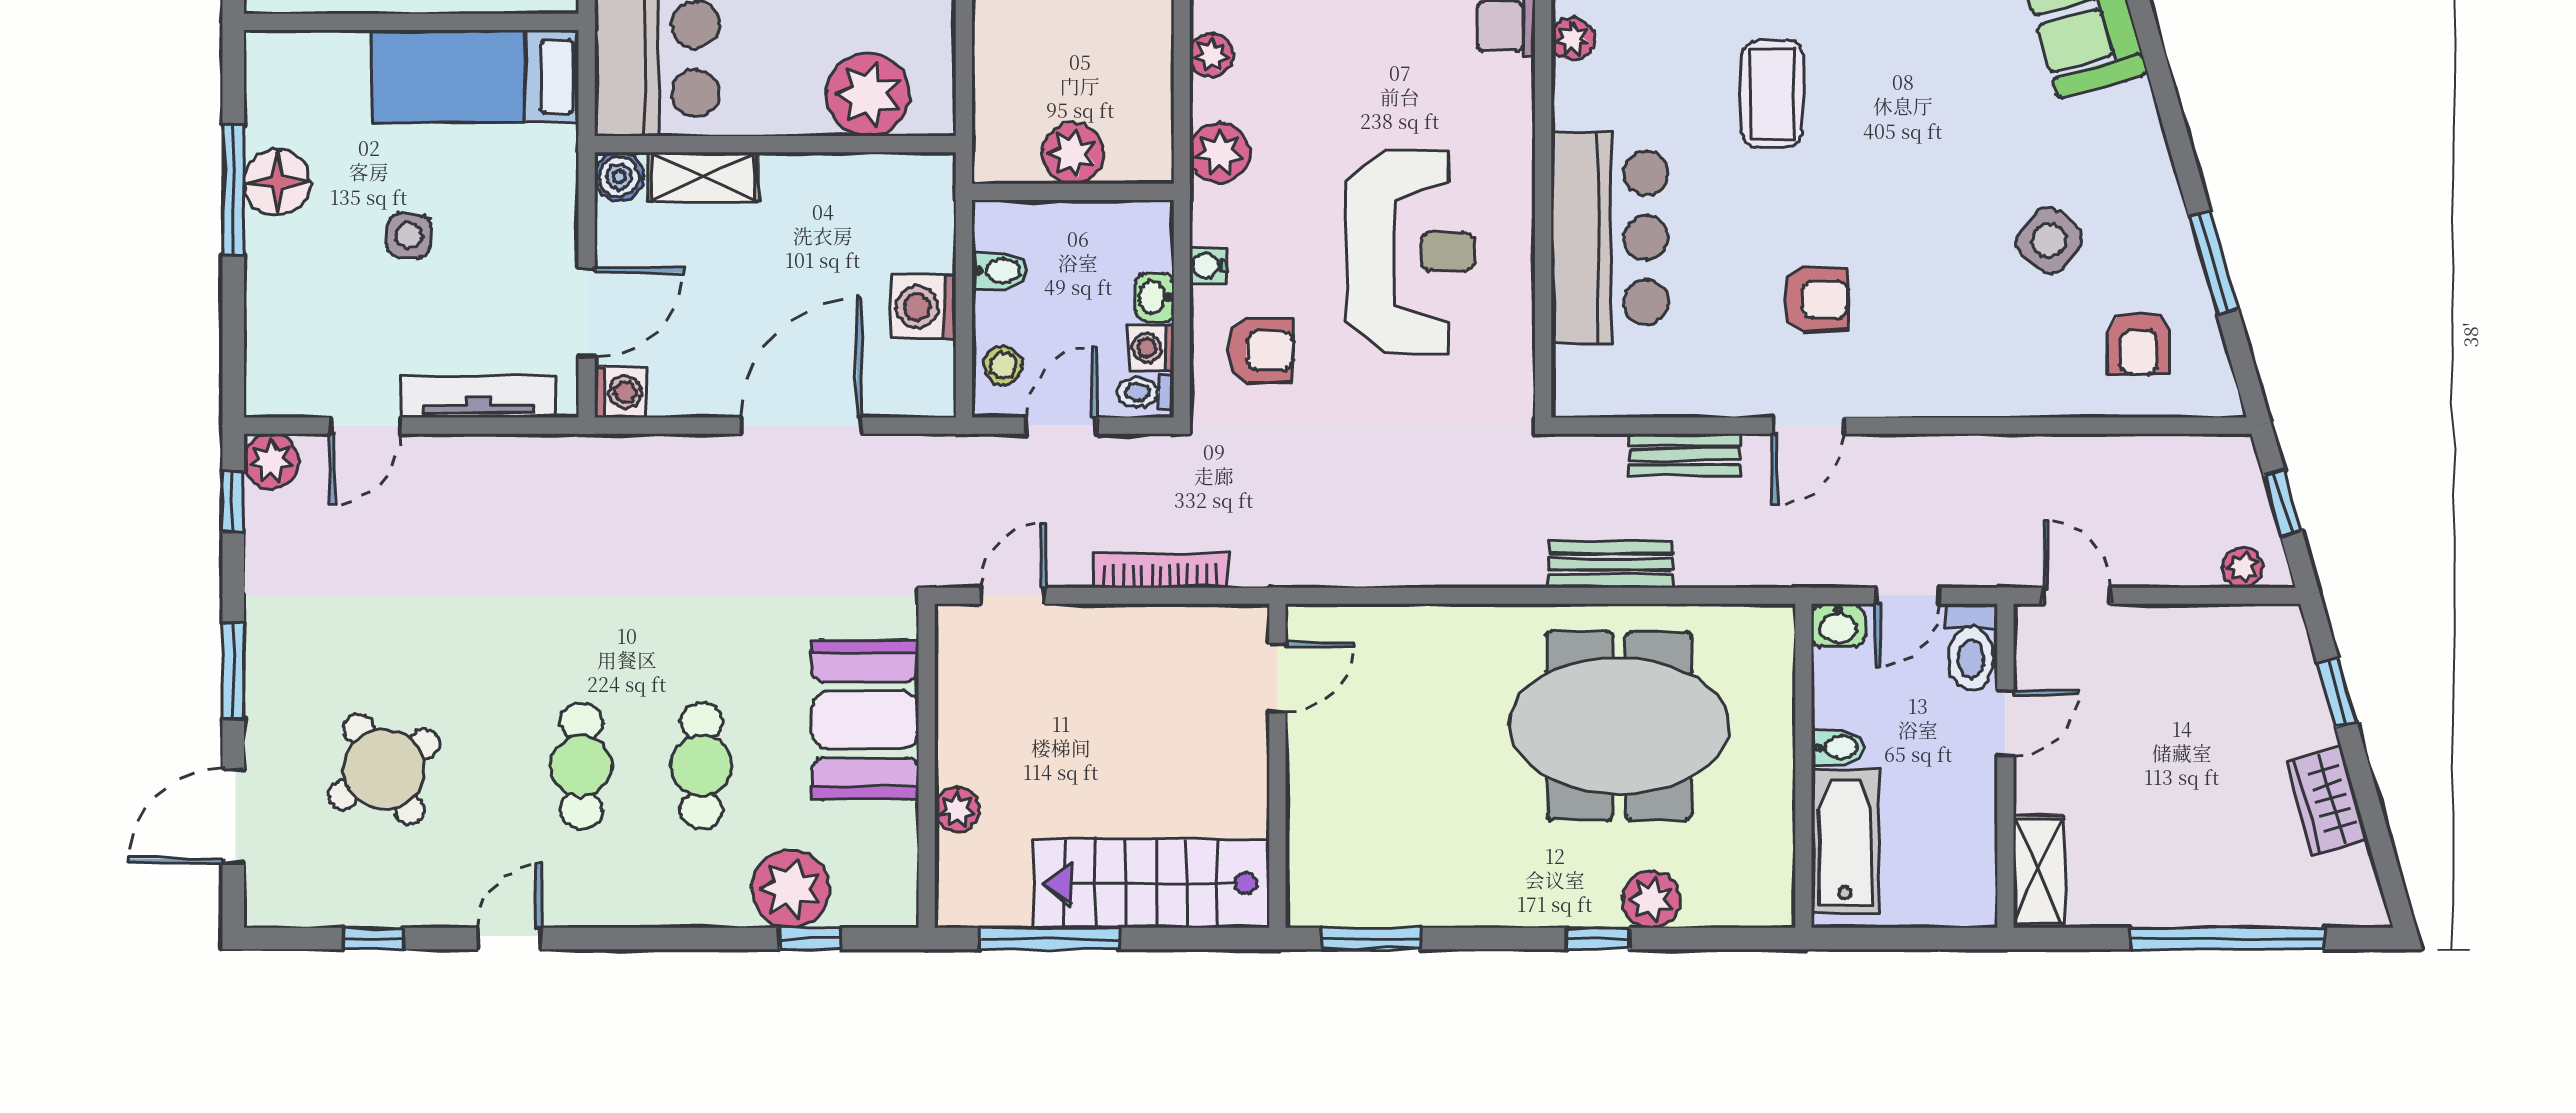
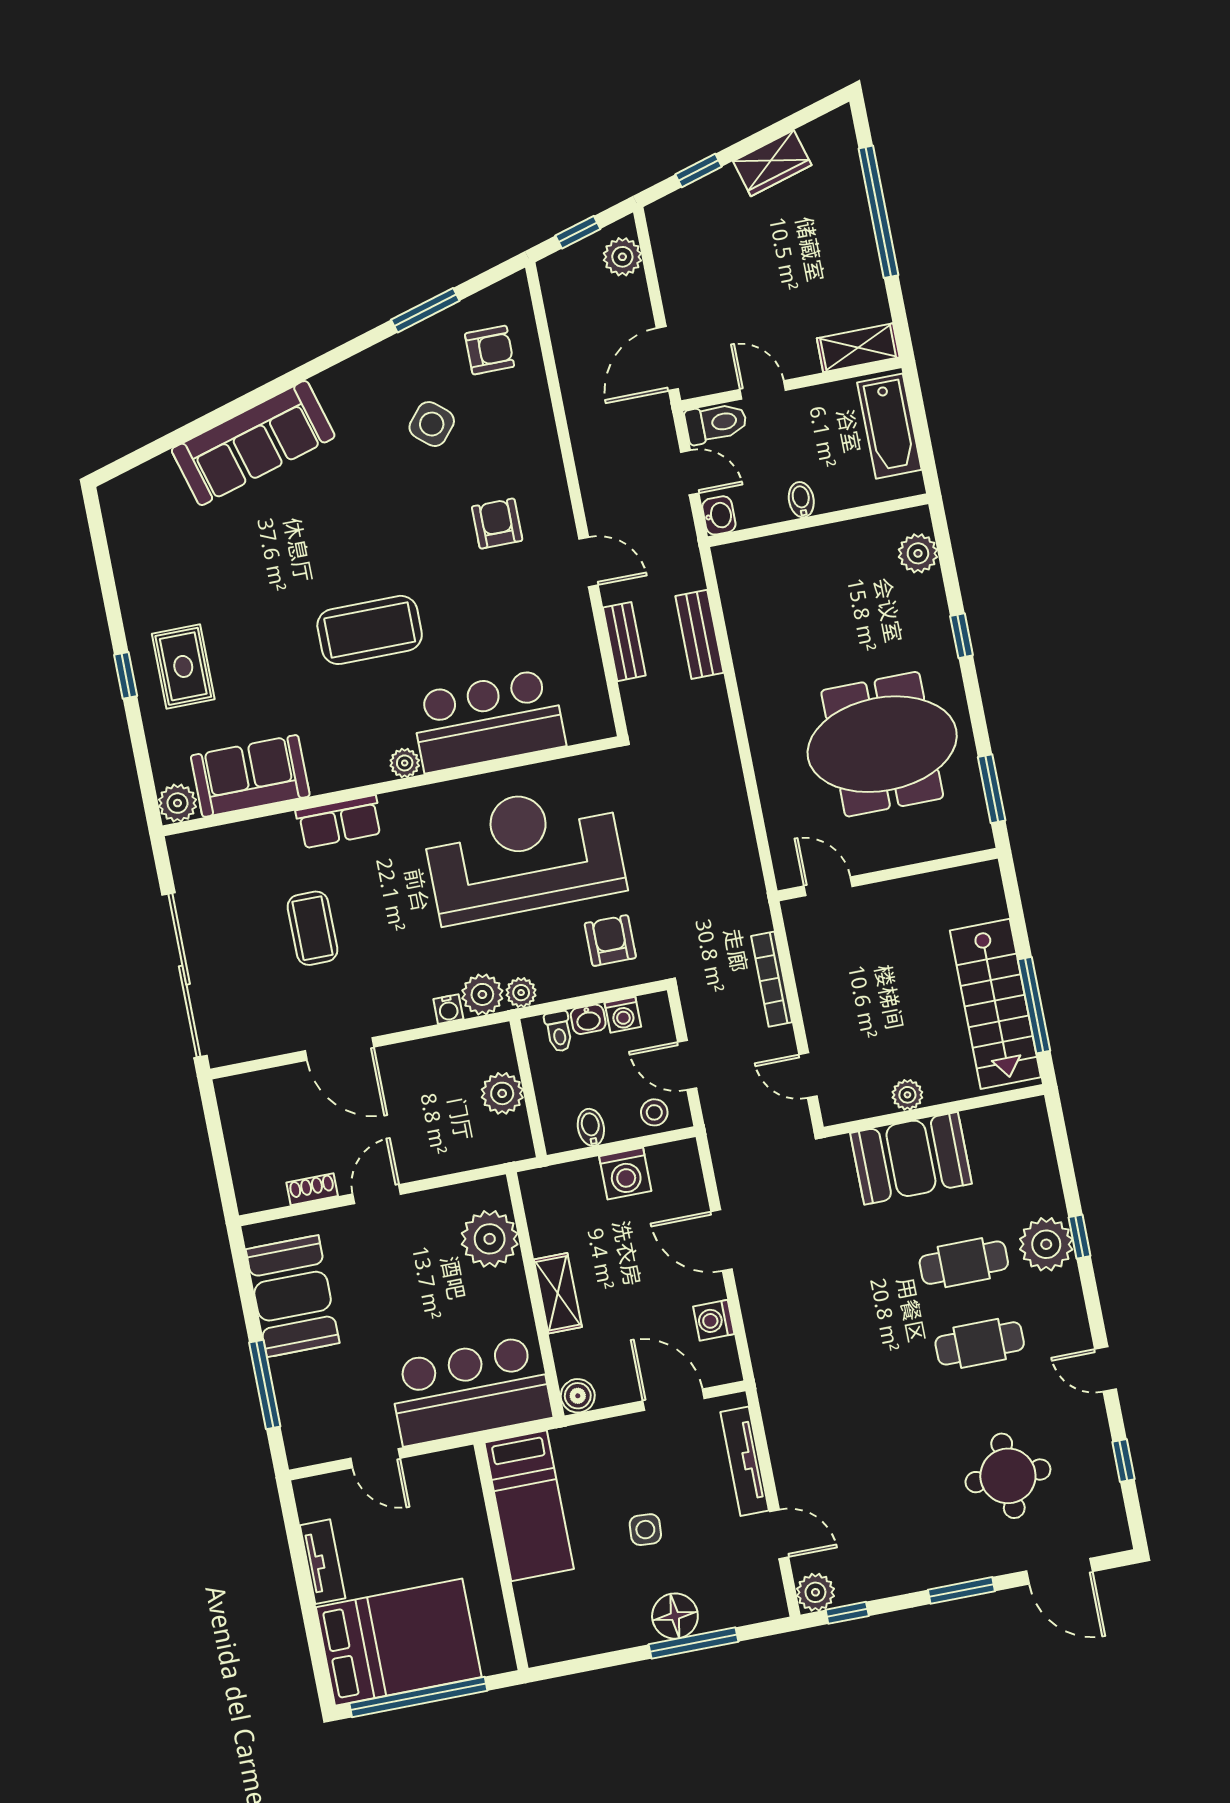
plant: (1572, 39) -> (405, 763), moved
plant: (1211, 55) -> (521, 993), moved
coffee table: (1772, 94) -> (370, 630), width x1.36, depth x1.32
shelving: (703, 177) -> (558, 1293), moved
floor lamp: (277, 182) -> (675, 1616), moved
window: (233, 191) -> (693, 1643), moved
reception desk: (1410, 252) -> (524, 853), width x1.36, depth x1.30
water cooler: (1208, 265) -> (448, 1009), moved
armchair: (1816, 299) -> (497, 524), moved
washing machine: (620, 392) -> (714, 1320), moved, turned -90
toilet: (1145, 392) -> (559, 1031), moved
door: (801, 426) -> (722, 1240), width x0.73
bench: (1610, 564) -> (699, 634), moved
plant: (2243, 567) -> (622, 257), width x1.38, depth x1.38
door: (2077, 596) -> (667, 359), width x1.38
meeting table: (1619, 726) -> (882, 744), moved, turned 90
round table: (384, 769) -> (1008, 1476), turned 32
plant: (957, 810) -> (907, 1095), moved
bathtub: (1845, 841) -> (889, 426), moved, turned -90
stairs: (1152, 883) -> (995, 1004), moved
plant: (790, 889) -> (1046, 1244), moved
plant: (1651, 899) -> (918, 553), moved
window: (810, 938) -> (1079, 1237), moved

